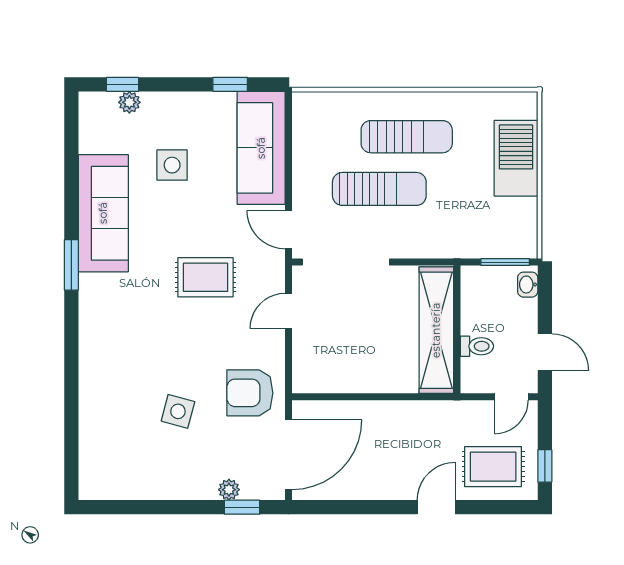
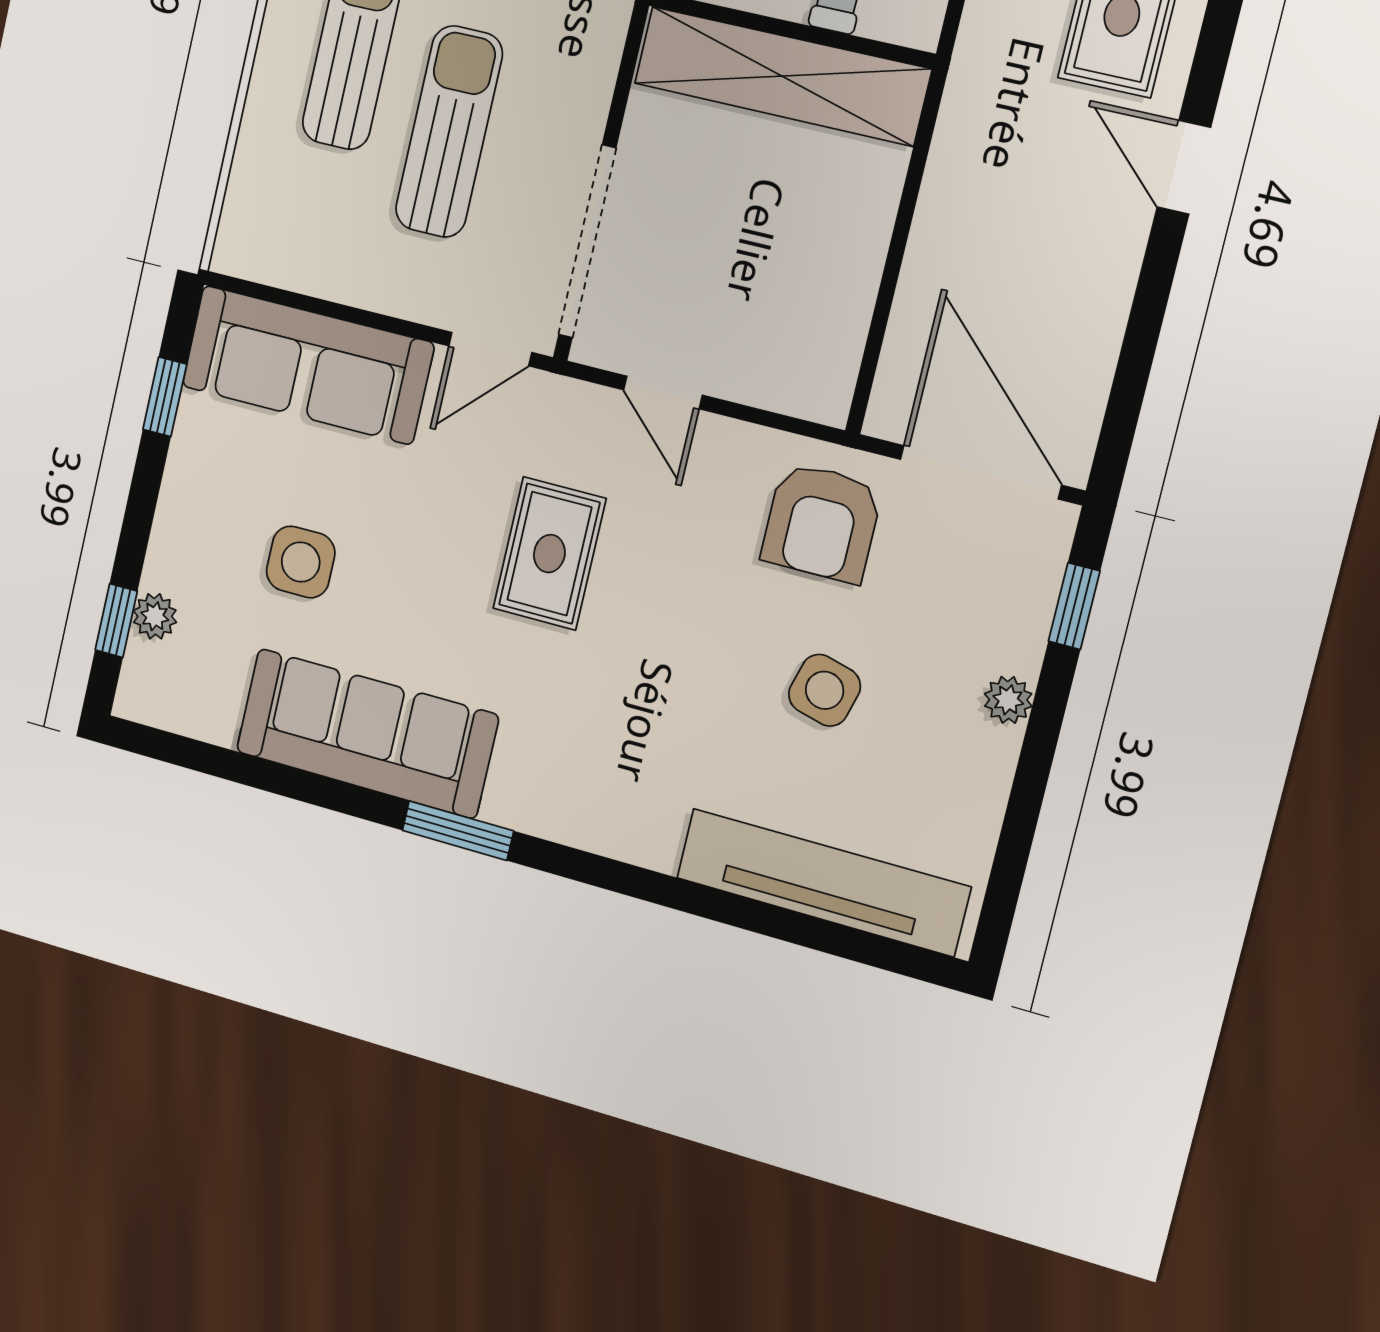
tv unit: (95, 430) -> (823, 882), added
plant: (229, 490) -> (1008, 700), moved

